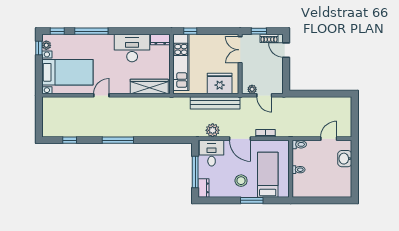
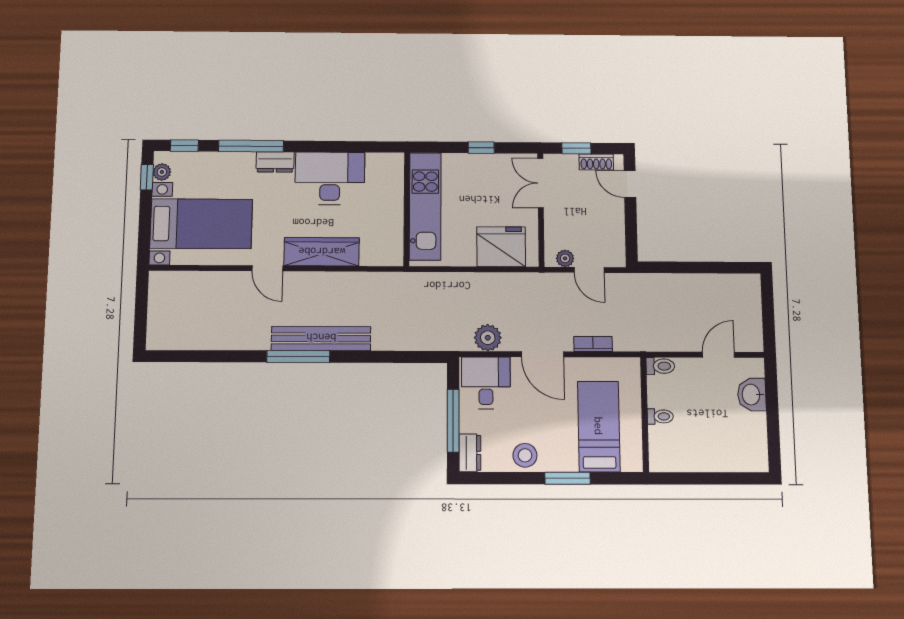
window: (190, 31) -> (481, 148), moved
dresser: (160, 40) -> (275, 162), moved
wardrobe: (149, 87) -> (322, 252), moved
door: (101, 95) -> (267, 268), swing flipped
bench: (215, 103) -> (321, 338), moved
window: (70, 140) -> (201, 356), removed
stool: (241, 181) -> (525, 455), moved

